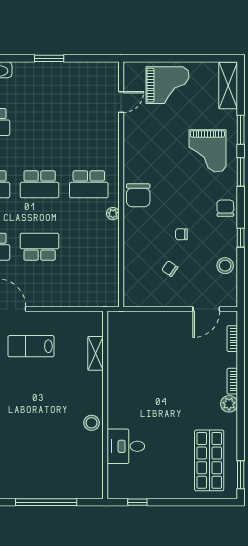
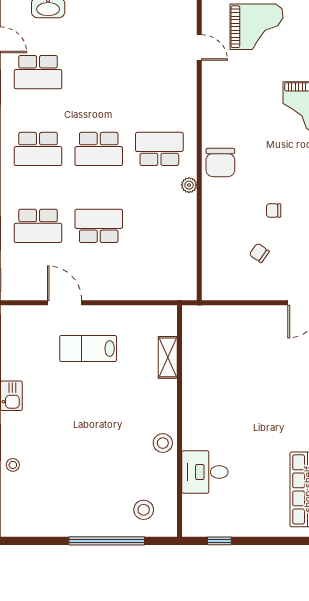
door: (121, 102) -> (199, 47), hinge flipped
school desk: (89, 184) -> (159, 149), turned 180
stool: (76, 477) -> (144, 510), added

